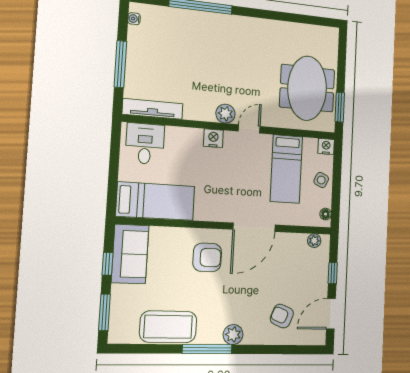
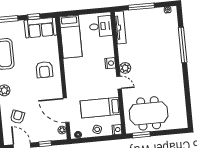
door: (254, 227) -> (66, 110), moved

